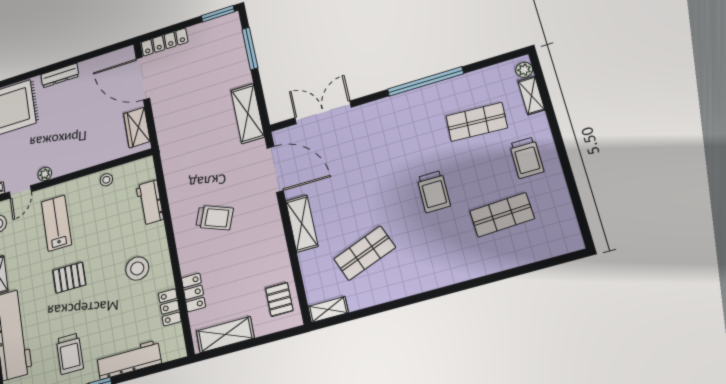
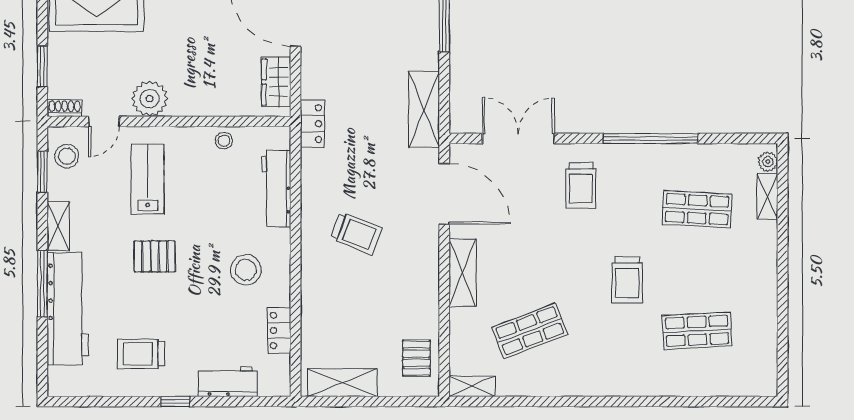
trolley: (527, 158) -> (581, 185), moved
plant: (45, 174) -> (150, 99), width x1.87, depth x1.87
workbench: (150, 202) -> (276, 189), width x1.38
locker: (194, 292) -> (312, 124), moved
trolley: (70, 354) -> (141, 354), turned 90
workbench: (129, 360) -> (228, 381), width x0.73

